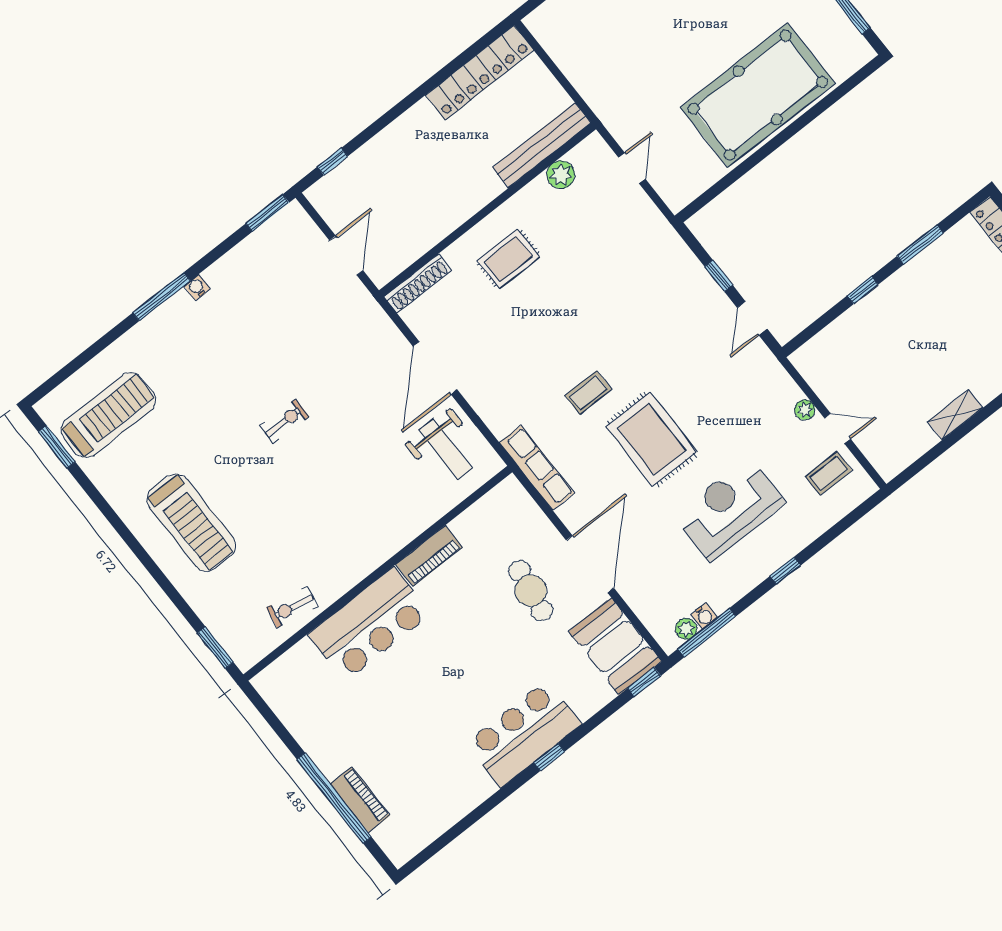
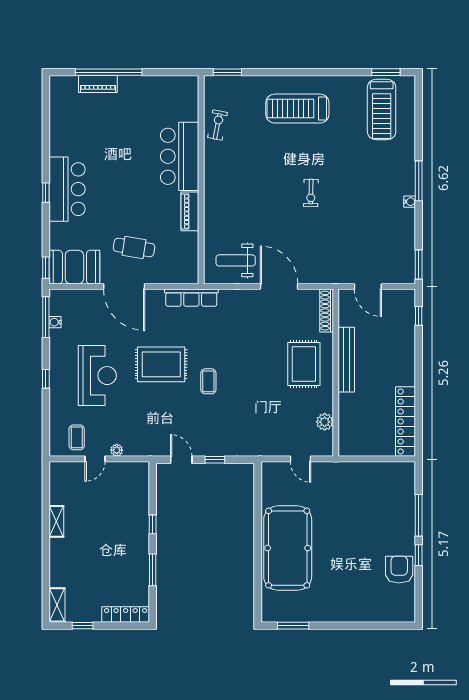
bench: (542, 145) -> (346, 360), moved
rug: (508, 259) -> (304, 364), width x1.36, depth x1.43
coffee table: (588, 392) -> (208, 381), moved
plant: (686, 629) -> (56, 308), removed

